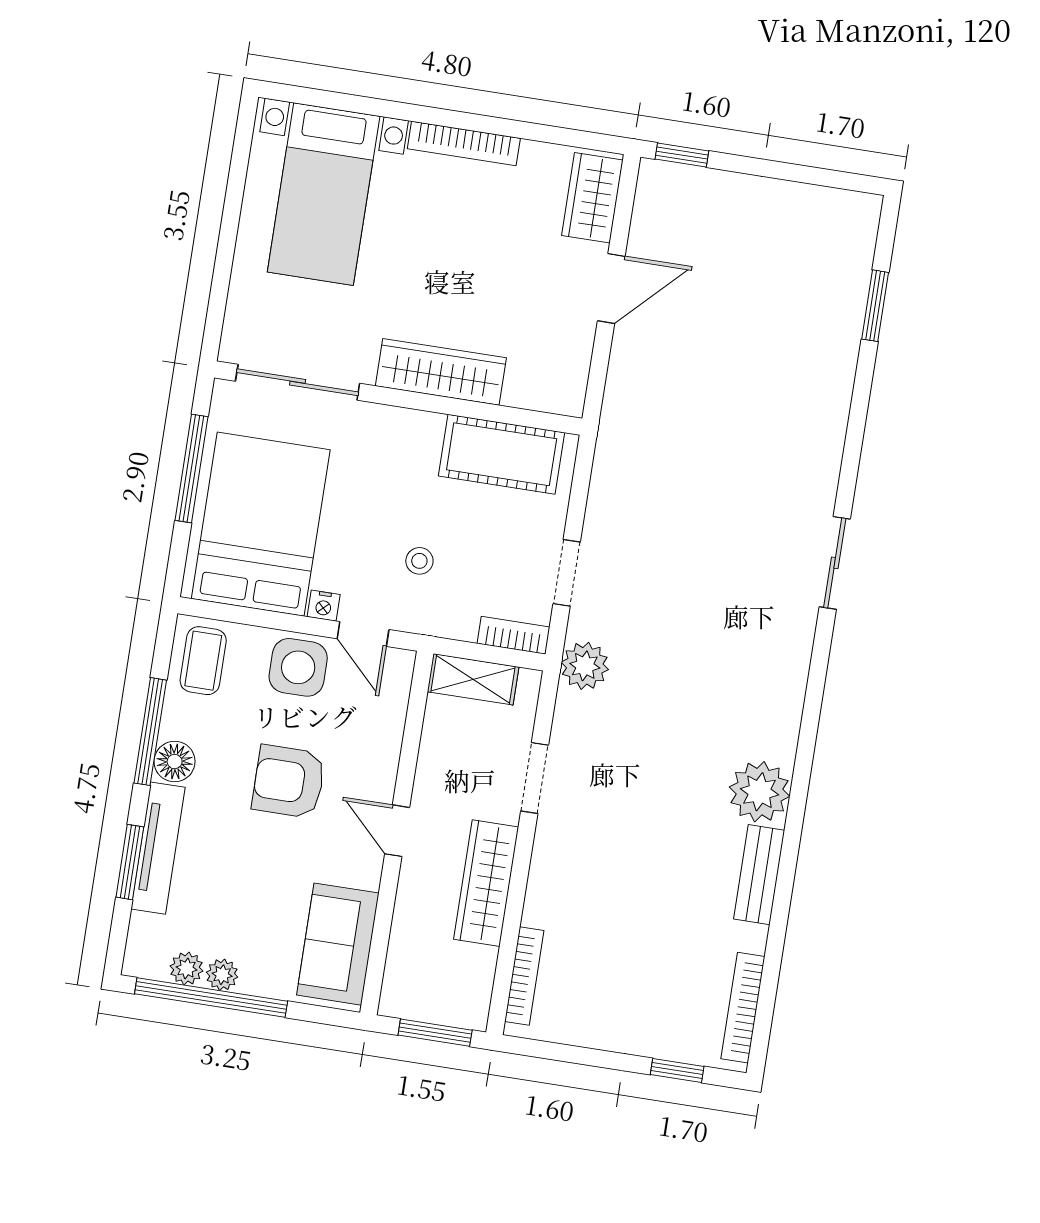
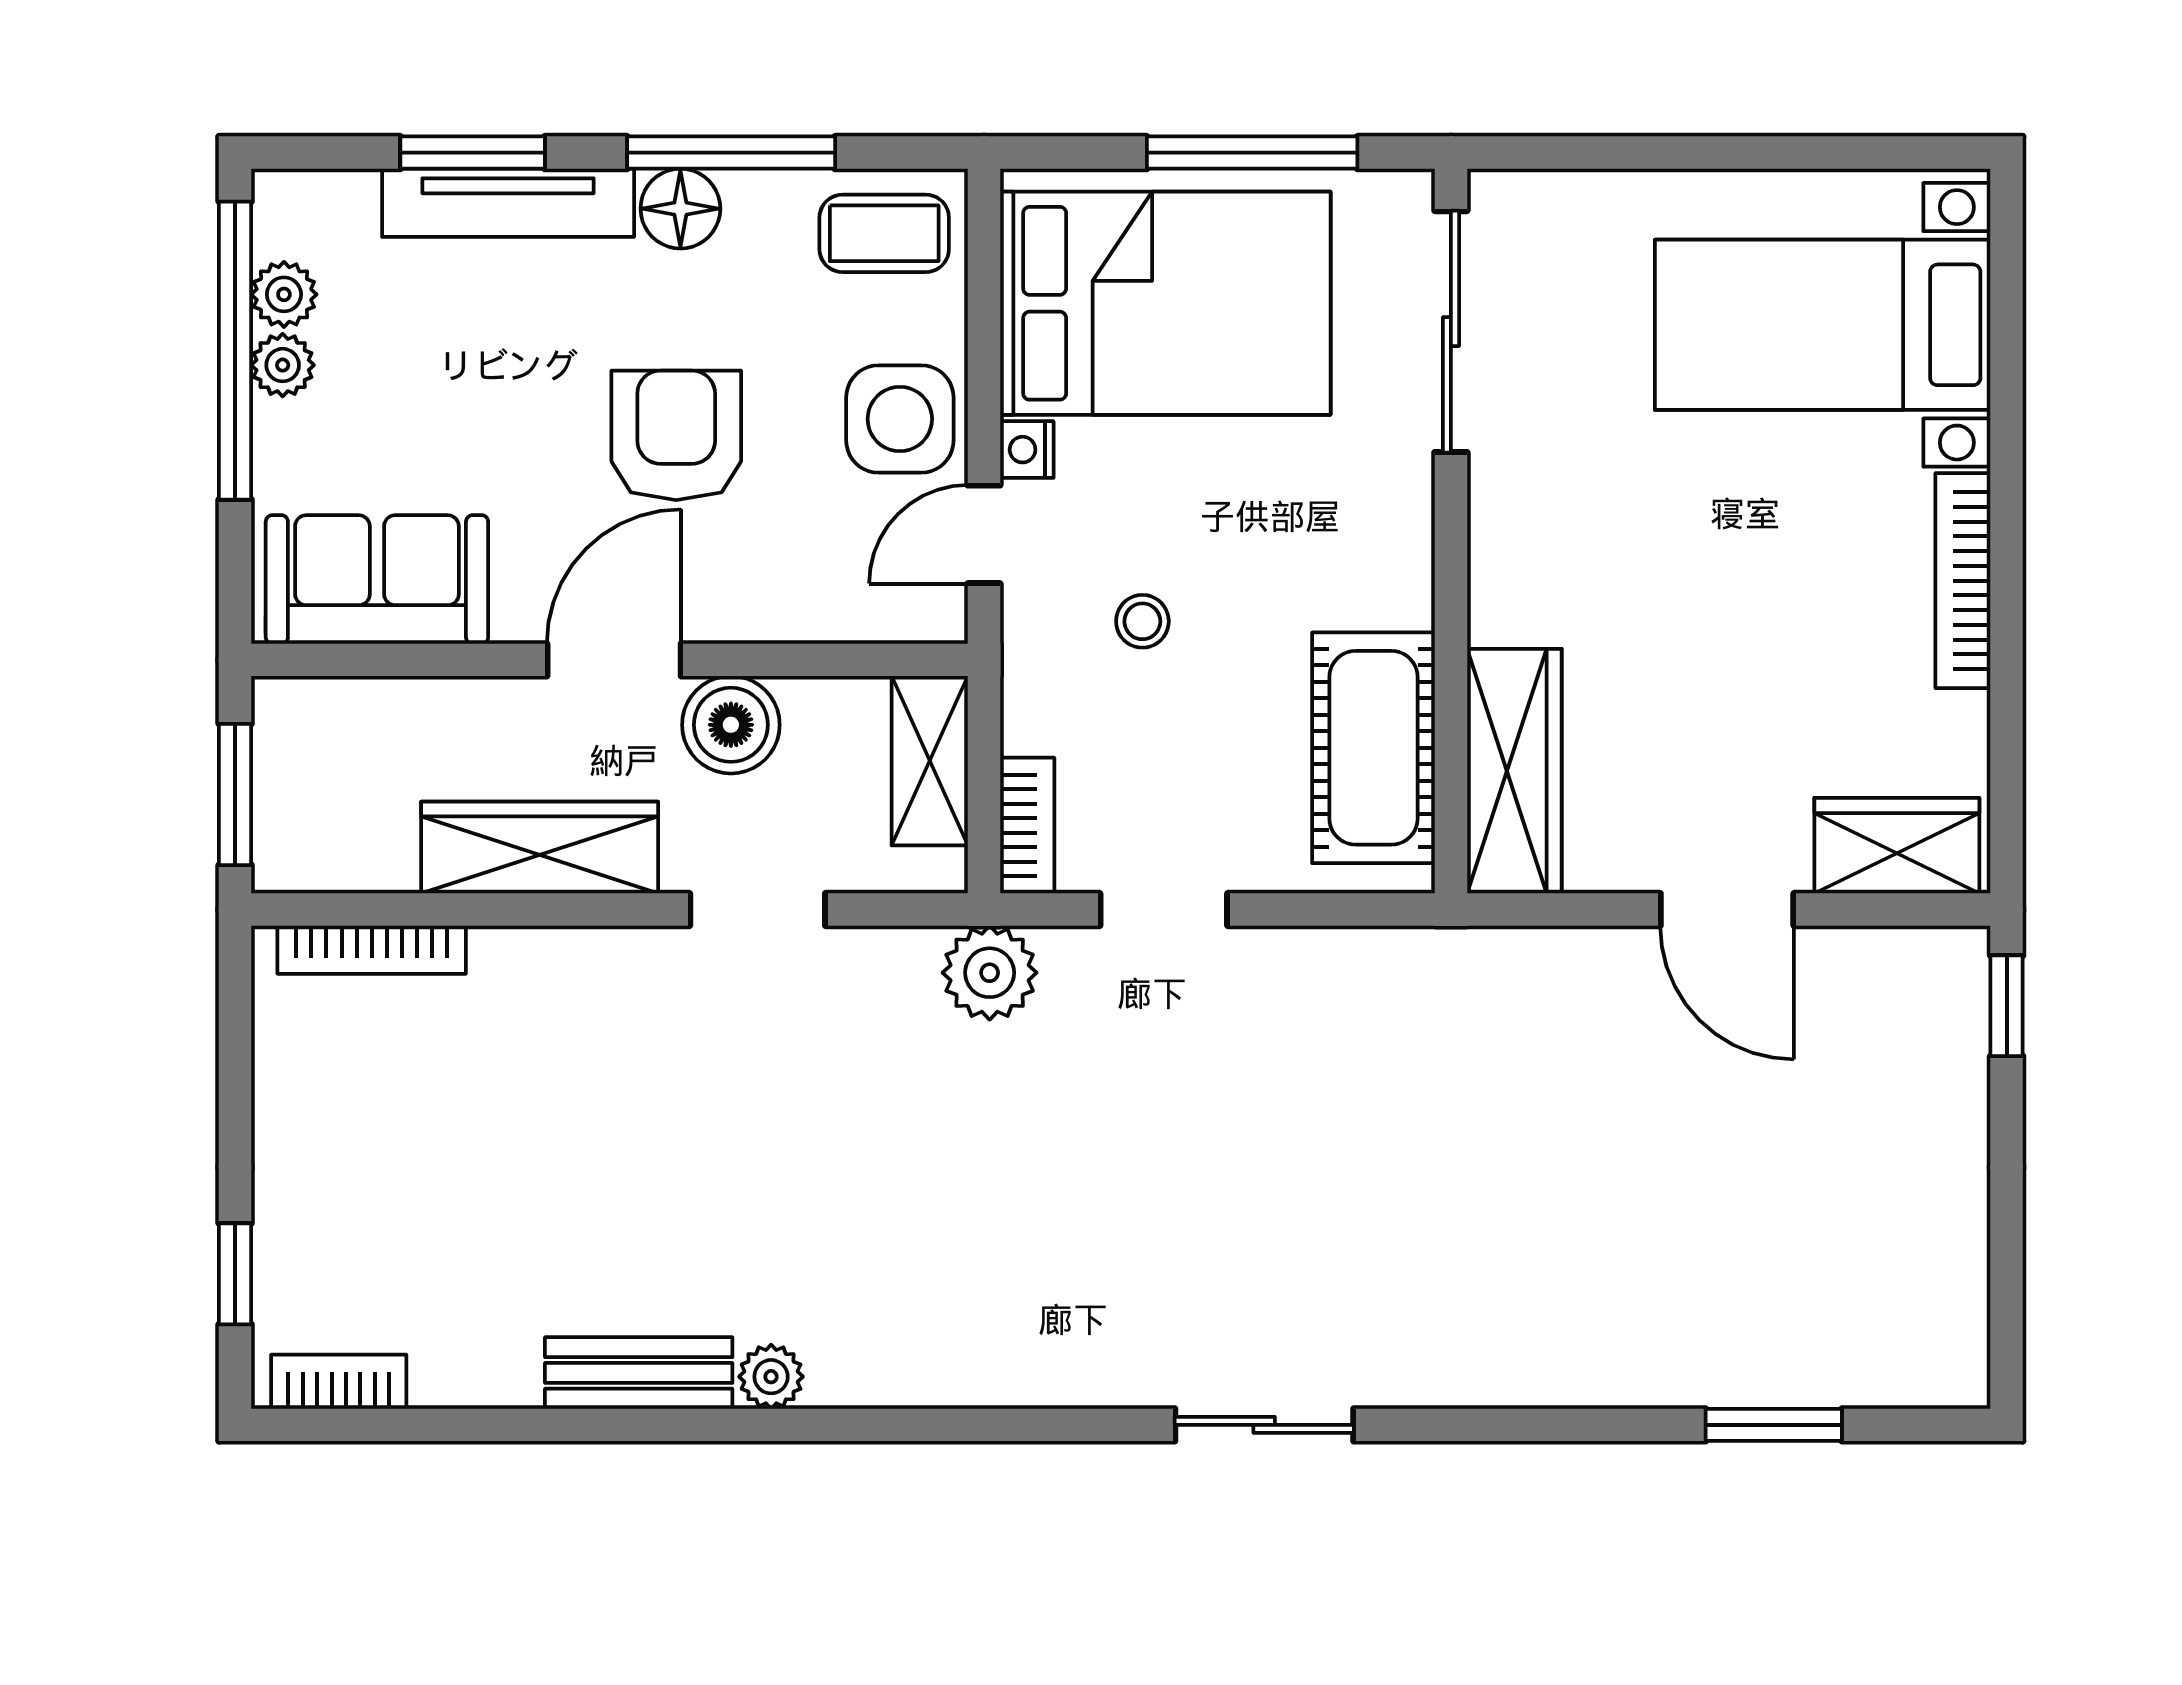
wardrobe: (441, 372) -> (1514, 771), moved
boiler: (439, 777) -> (731, 725), added
plant: (759, 792) -> (771, 1377), width x0.53, depth x0.53
door: (397, 831) -> (614, 660), width x1.38
bookcase: (743, 1008) -> (339, 1382), width x0.64

